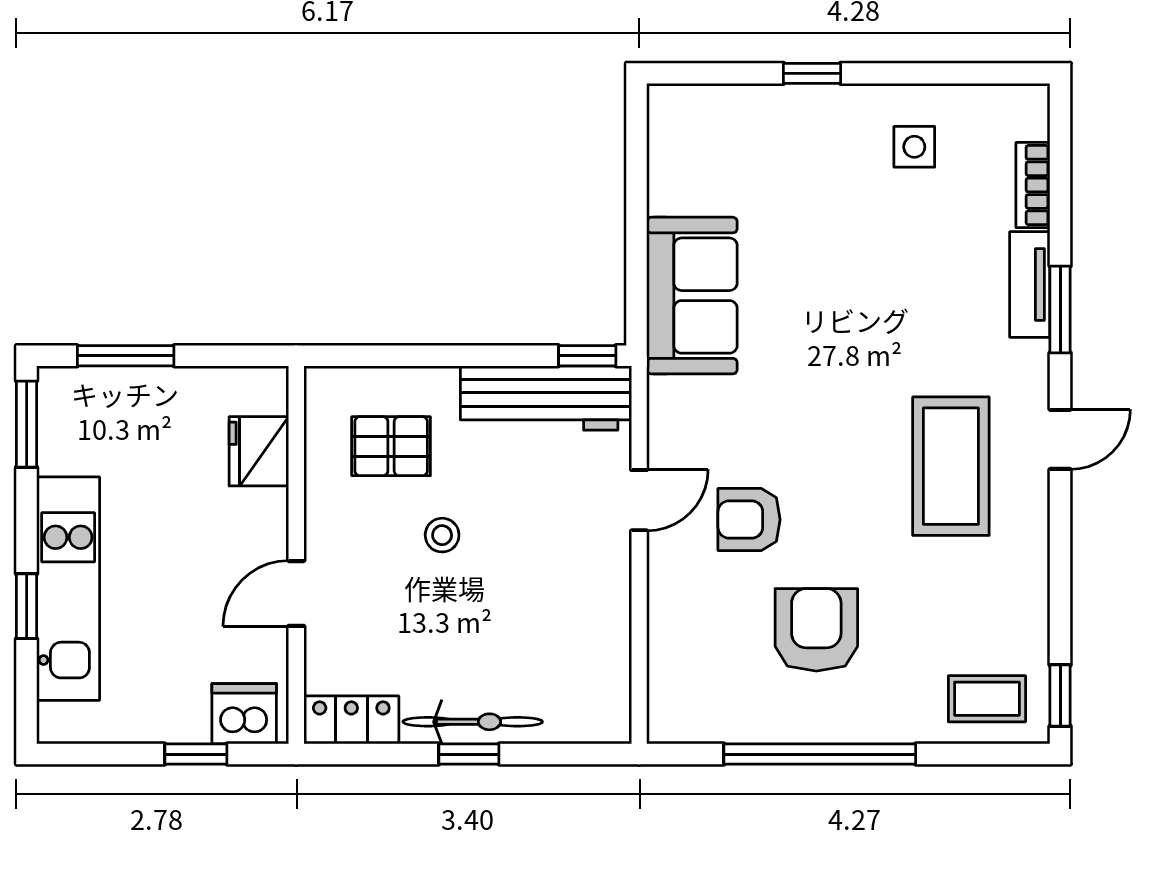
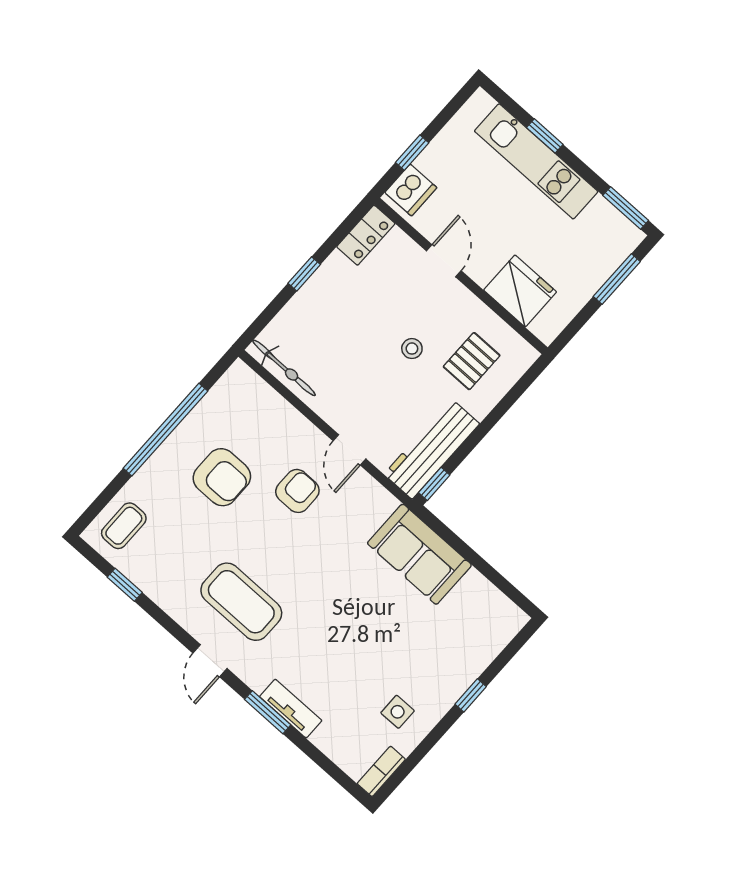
bookcase: (1033, 185) -> (381, 771), moved, turned -90
fridge: (259, 451) -> (520, 291), width x1.36, depth x1.34
window: (1060, 696) -> (125, 585), moved
bicycle: (473, 722) -> (284, 368), moved, turned -90

